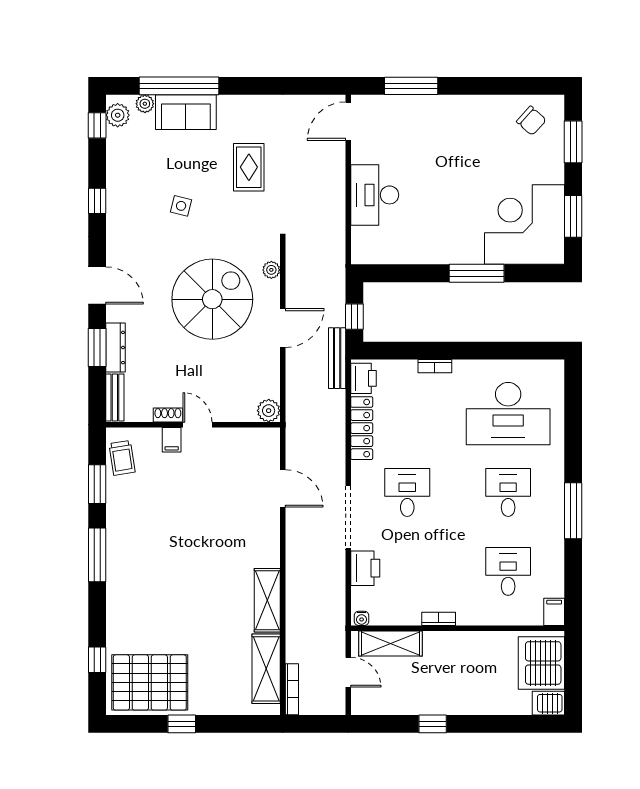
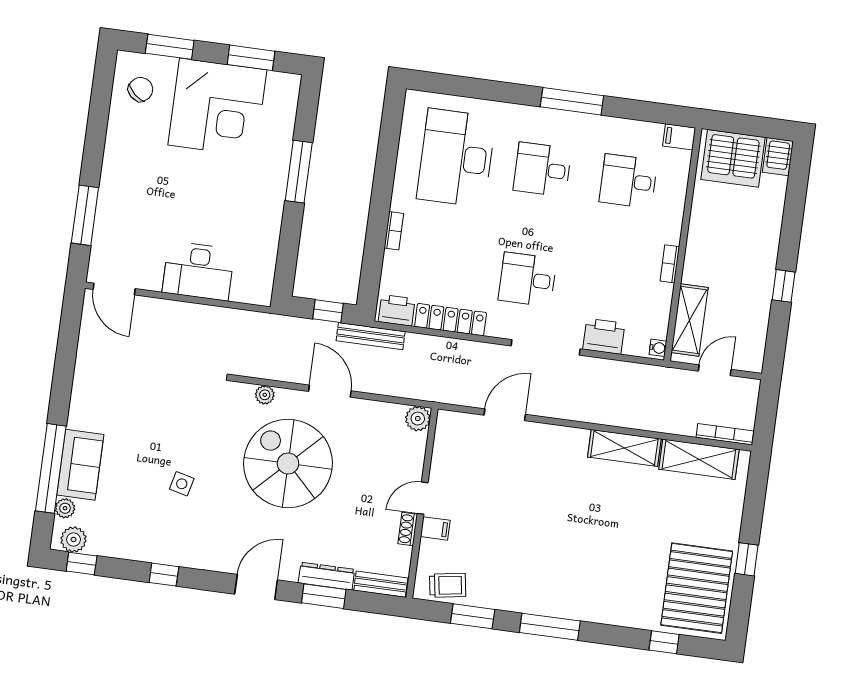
rug: (249, 167) -> (150, 404), removed
corner desk: (524, 225) -> (217, 107), moved, turned -90
desk: (508, 414) -> (456, 158), turned 180

